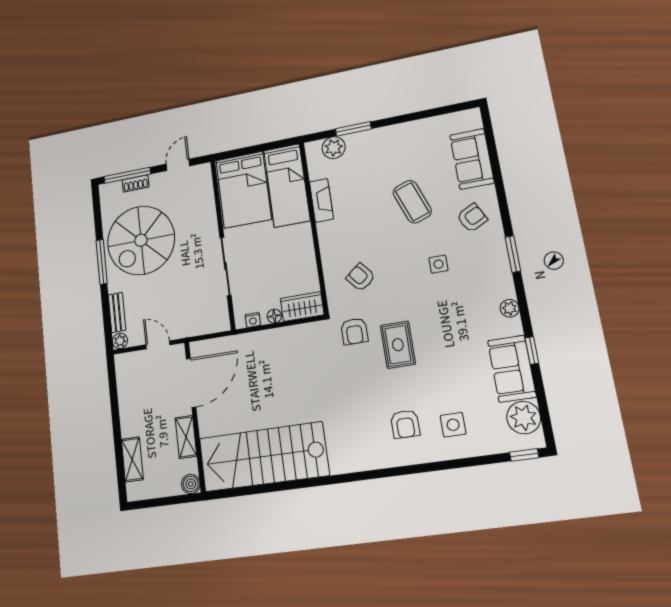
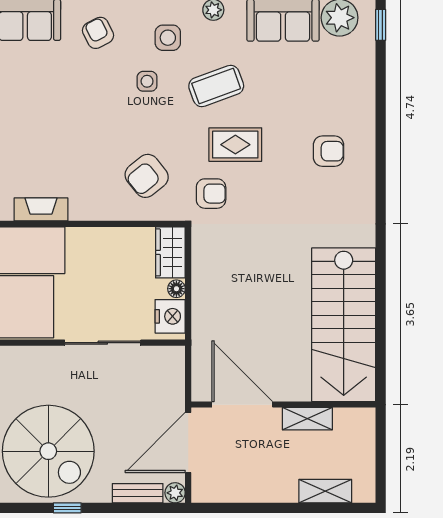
coffee table: (412, 202) -> (216, 86), moved
window: (102, 262) -> (67, 508), width x0.46
armchair: (361, 277) -> (147, 176), width x1.38, depth x1.38
nightstand: (253, 320) -> (170, 316), width x1.89, depth x1.79
door: (158, 345) -> (188, 442), width x1.88
side table: (453, 425) -> (168, 38), moved
boiler: (191, 484) -> (364, 419), removed

